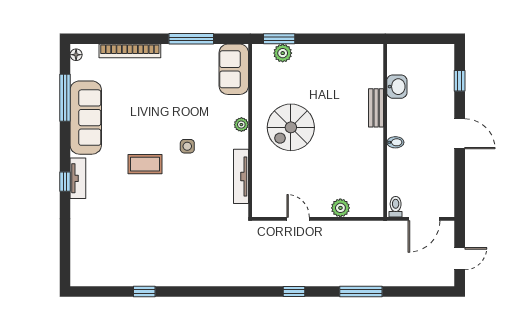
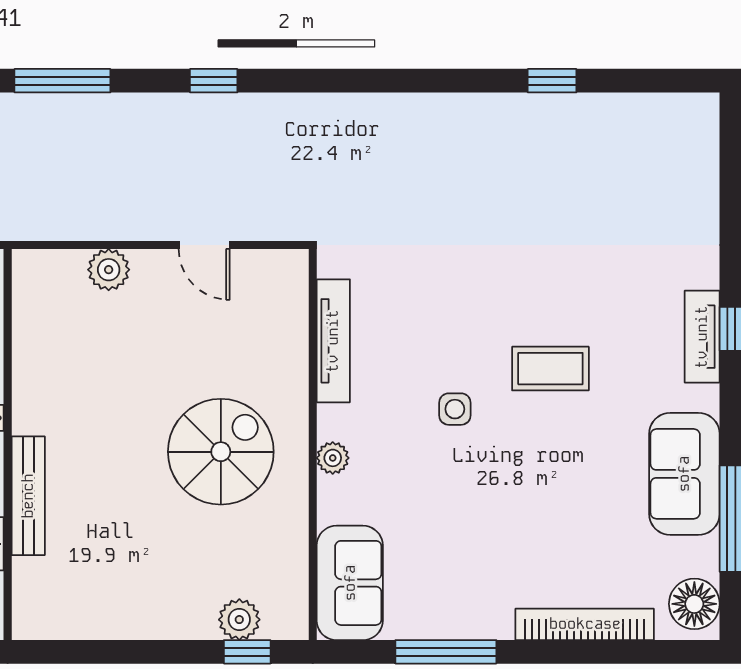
window: (279, 39) -> (247, 652), width x0.67
floor lamp: (76, 55) -> (694, 604), width x1.89, depth x1.89
bench: (376, 108) -> (28, 496), width x1.36
sofa: (86, 118) -> (684, 474), width x0.73

